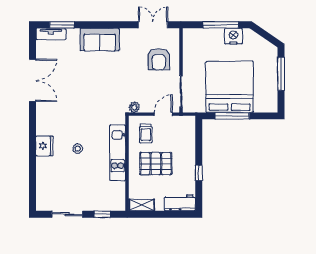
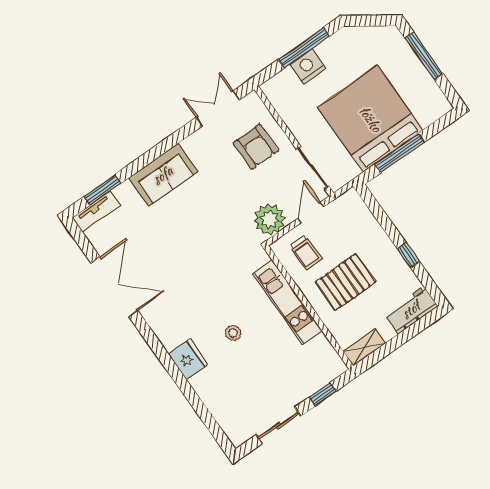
nightstand: (233, 36) -> (308, 67), moved
plant: (134, 107) -> (270, 219), width x1.88, depth x1.88

